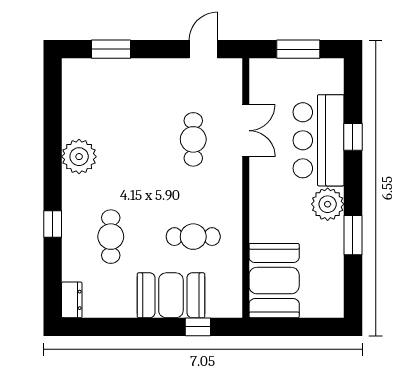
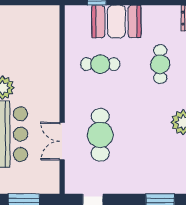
cafe table: (193, 139) -> (100, 135), width x1.37, depth x1.35
booth: (274, 281) -> (41, 32), removed

